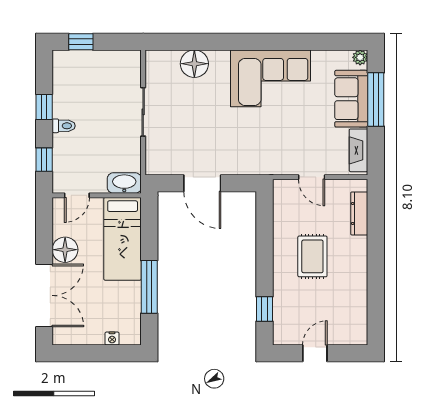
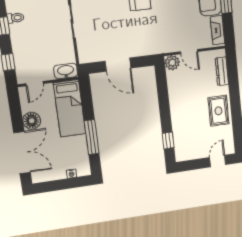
toilet: (64, 126) -> (15, 18), moved
plant: (284, 191) -> (172, 63), added
rug: (312, 256) -> (219, 111), moved
door: (315, 353) -> (218, 161), moved

